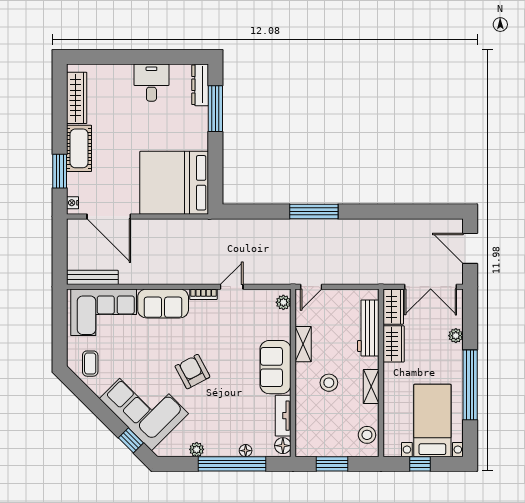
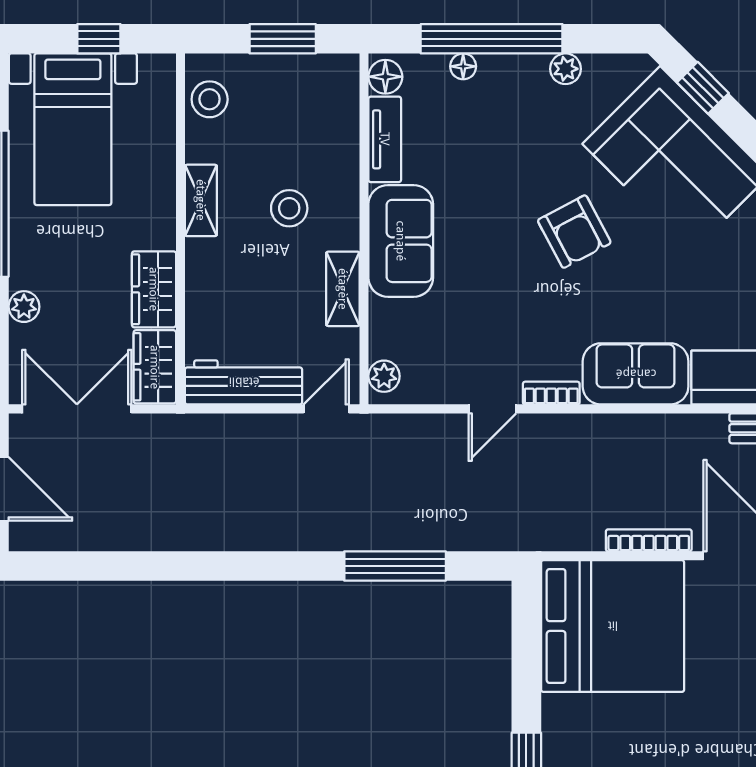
window: (314, 211) -> (395, 566), moved
bookcase: (157, 224) -> (649, 540), added
workbench: (368, 328) -> (244, 382), moved, turned -90

